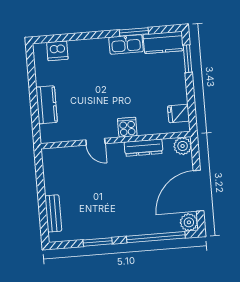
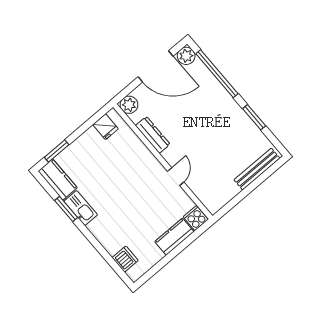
cooker: (127, 127) -> (196, 218), moved, turned 90
bench: (53, 213) -> (257, 169), width x1.36

